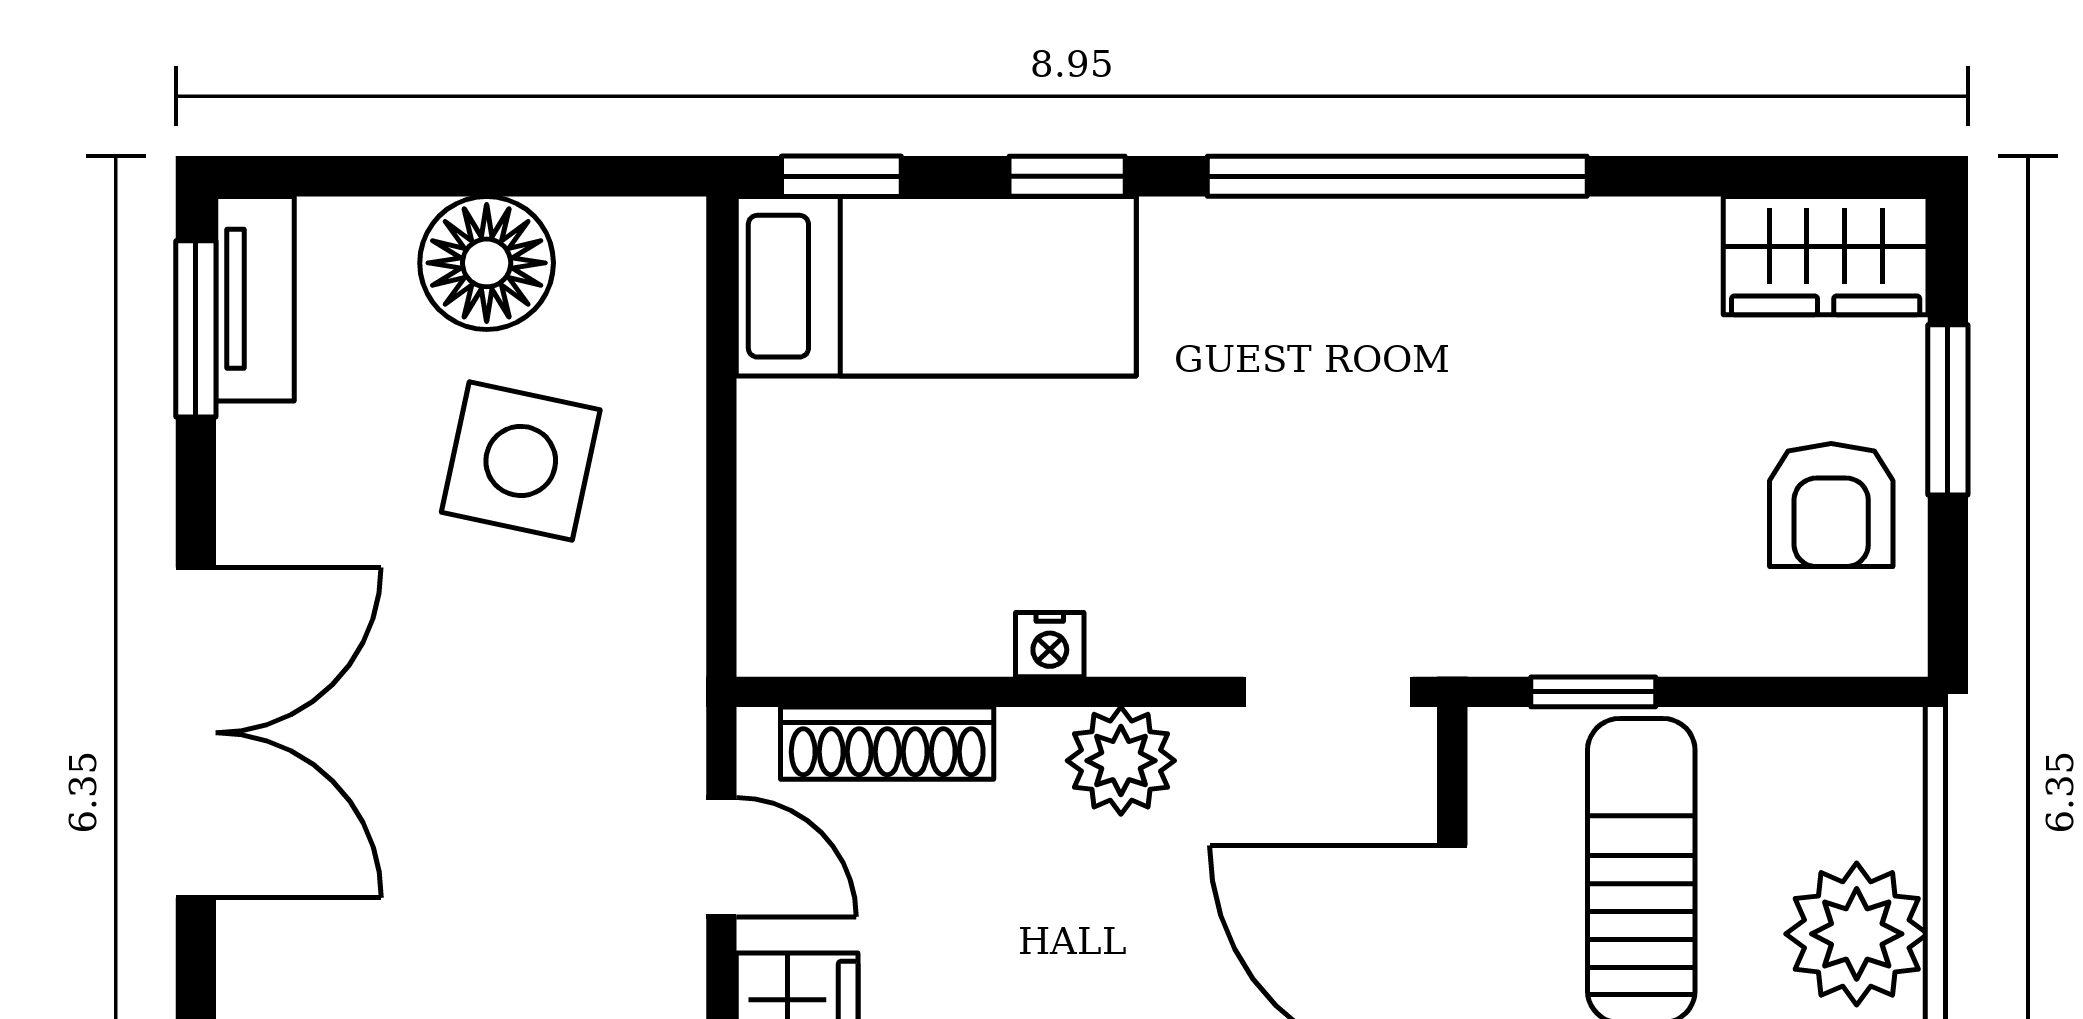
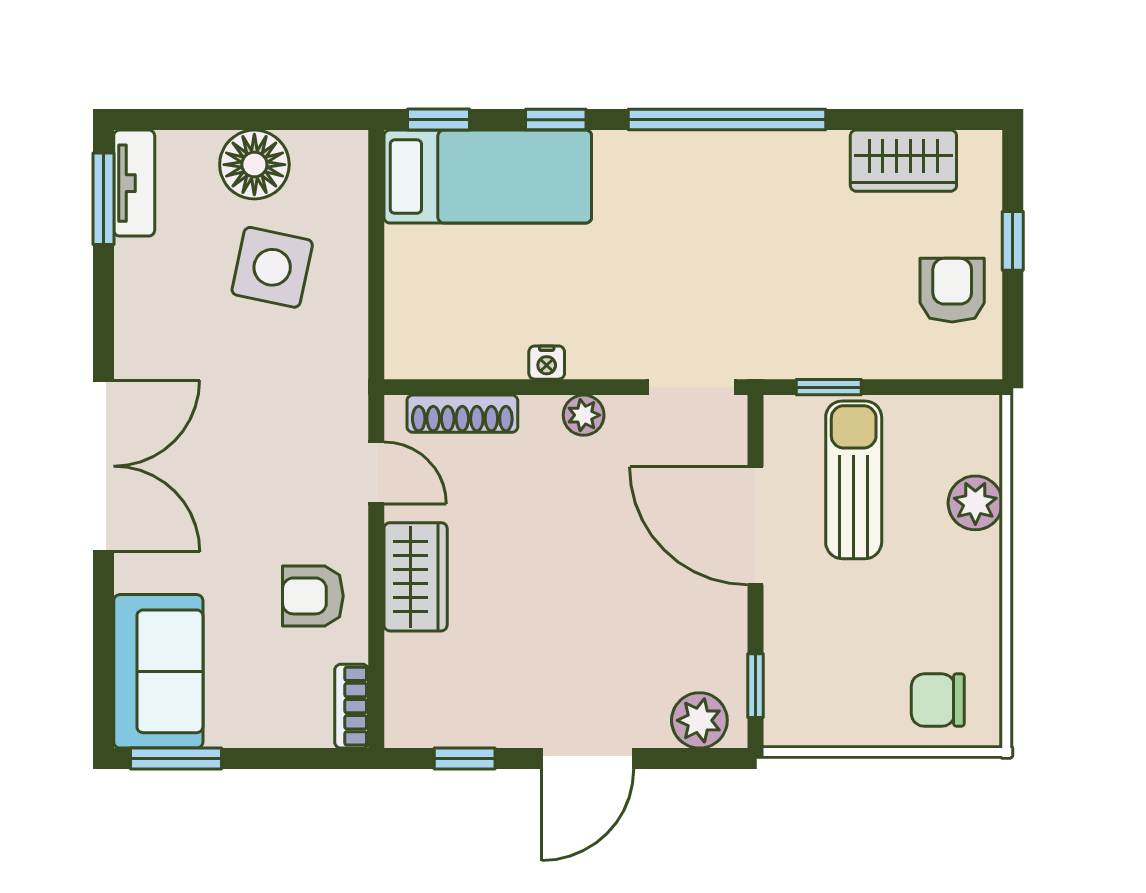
wardrobe: (1826, 256) -> (903, 161), moved
window: (1948, 410) -> (1013, 241), width x0.67
armchair: (1831, 505) -> (952, 290), turned 180
double door: (196, 733) -> (104, 466), moved
plant: (1121, 761) -> (584, 415), width x0.73, depth x0.73
plant: (1857, 934) -> (975, 503), width x0.73, depth x0.73

